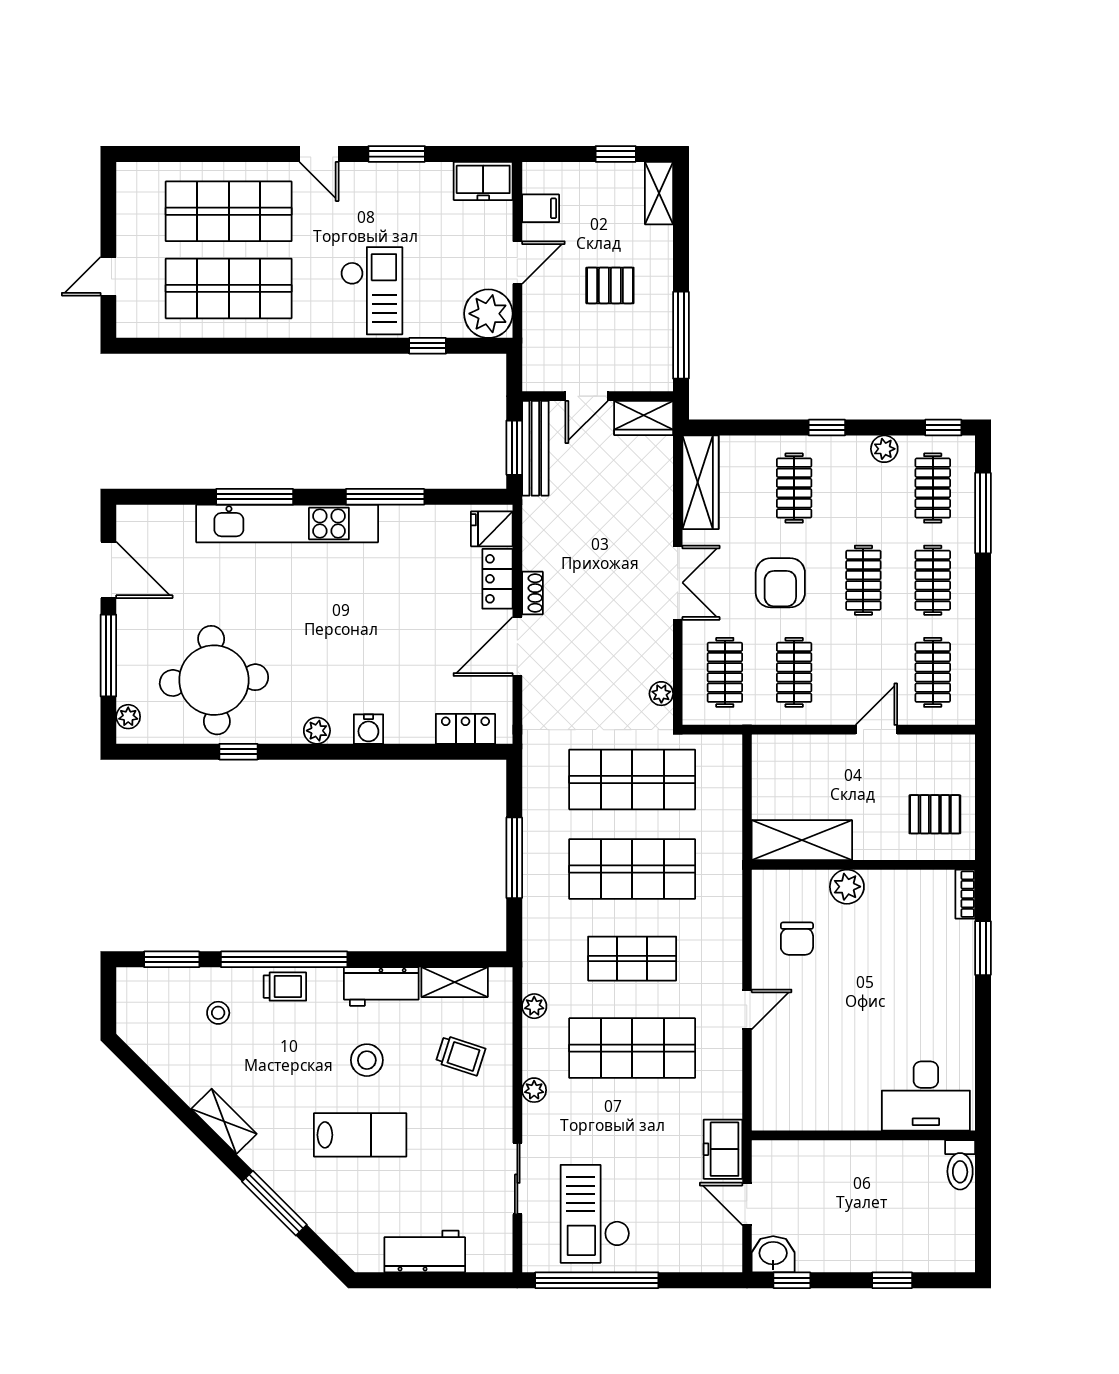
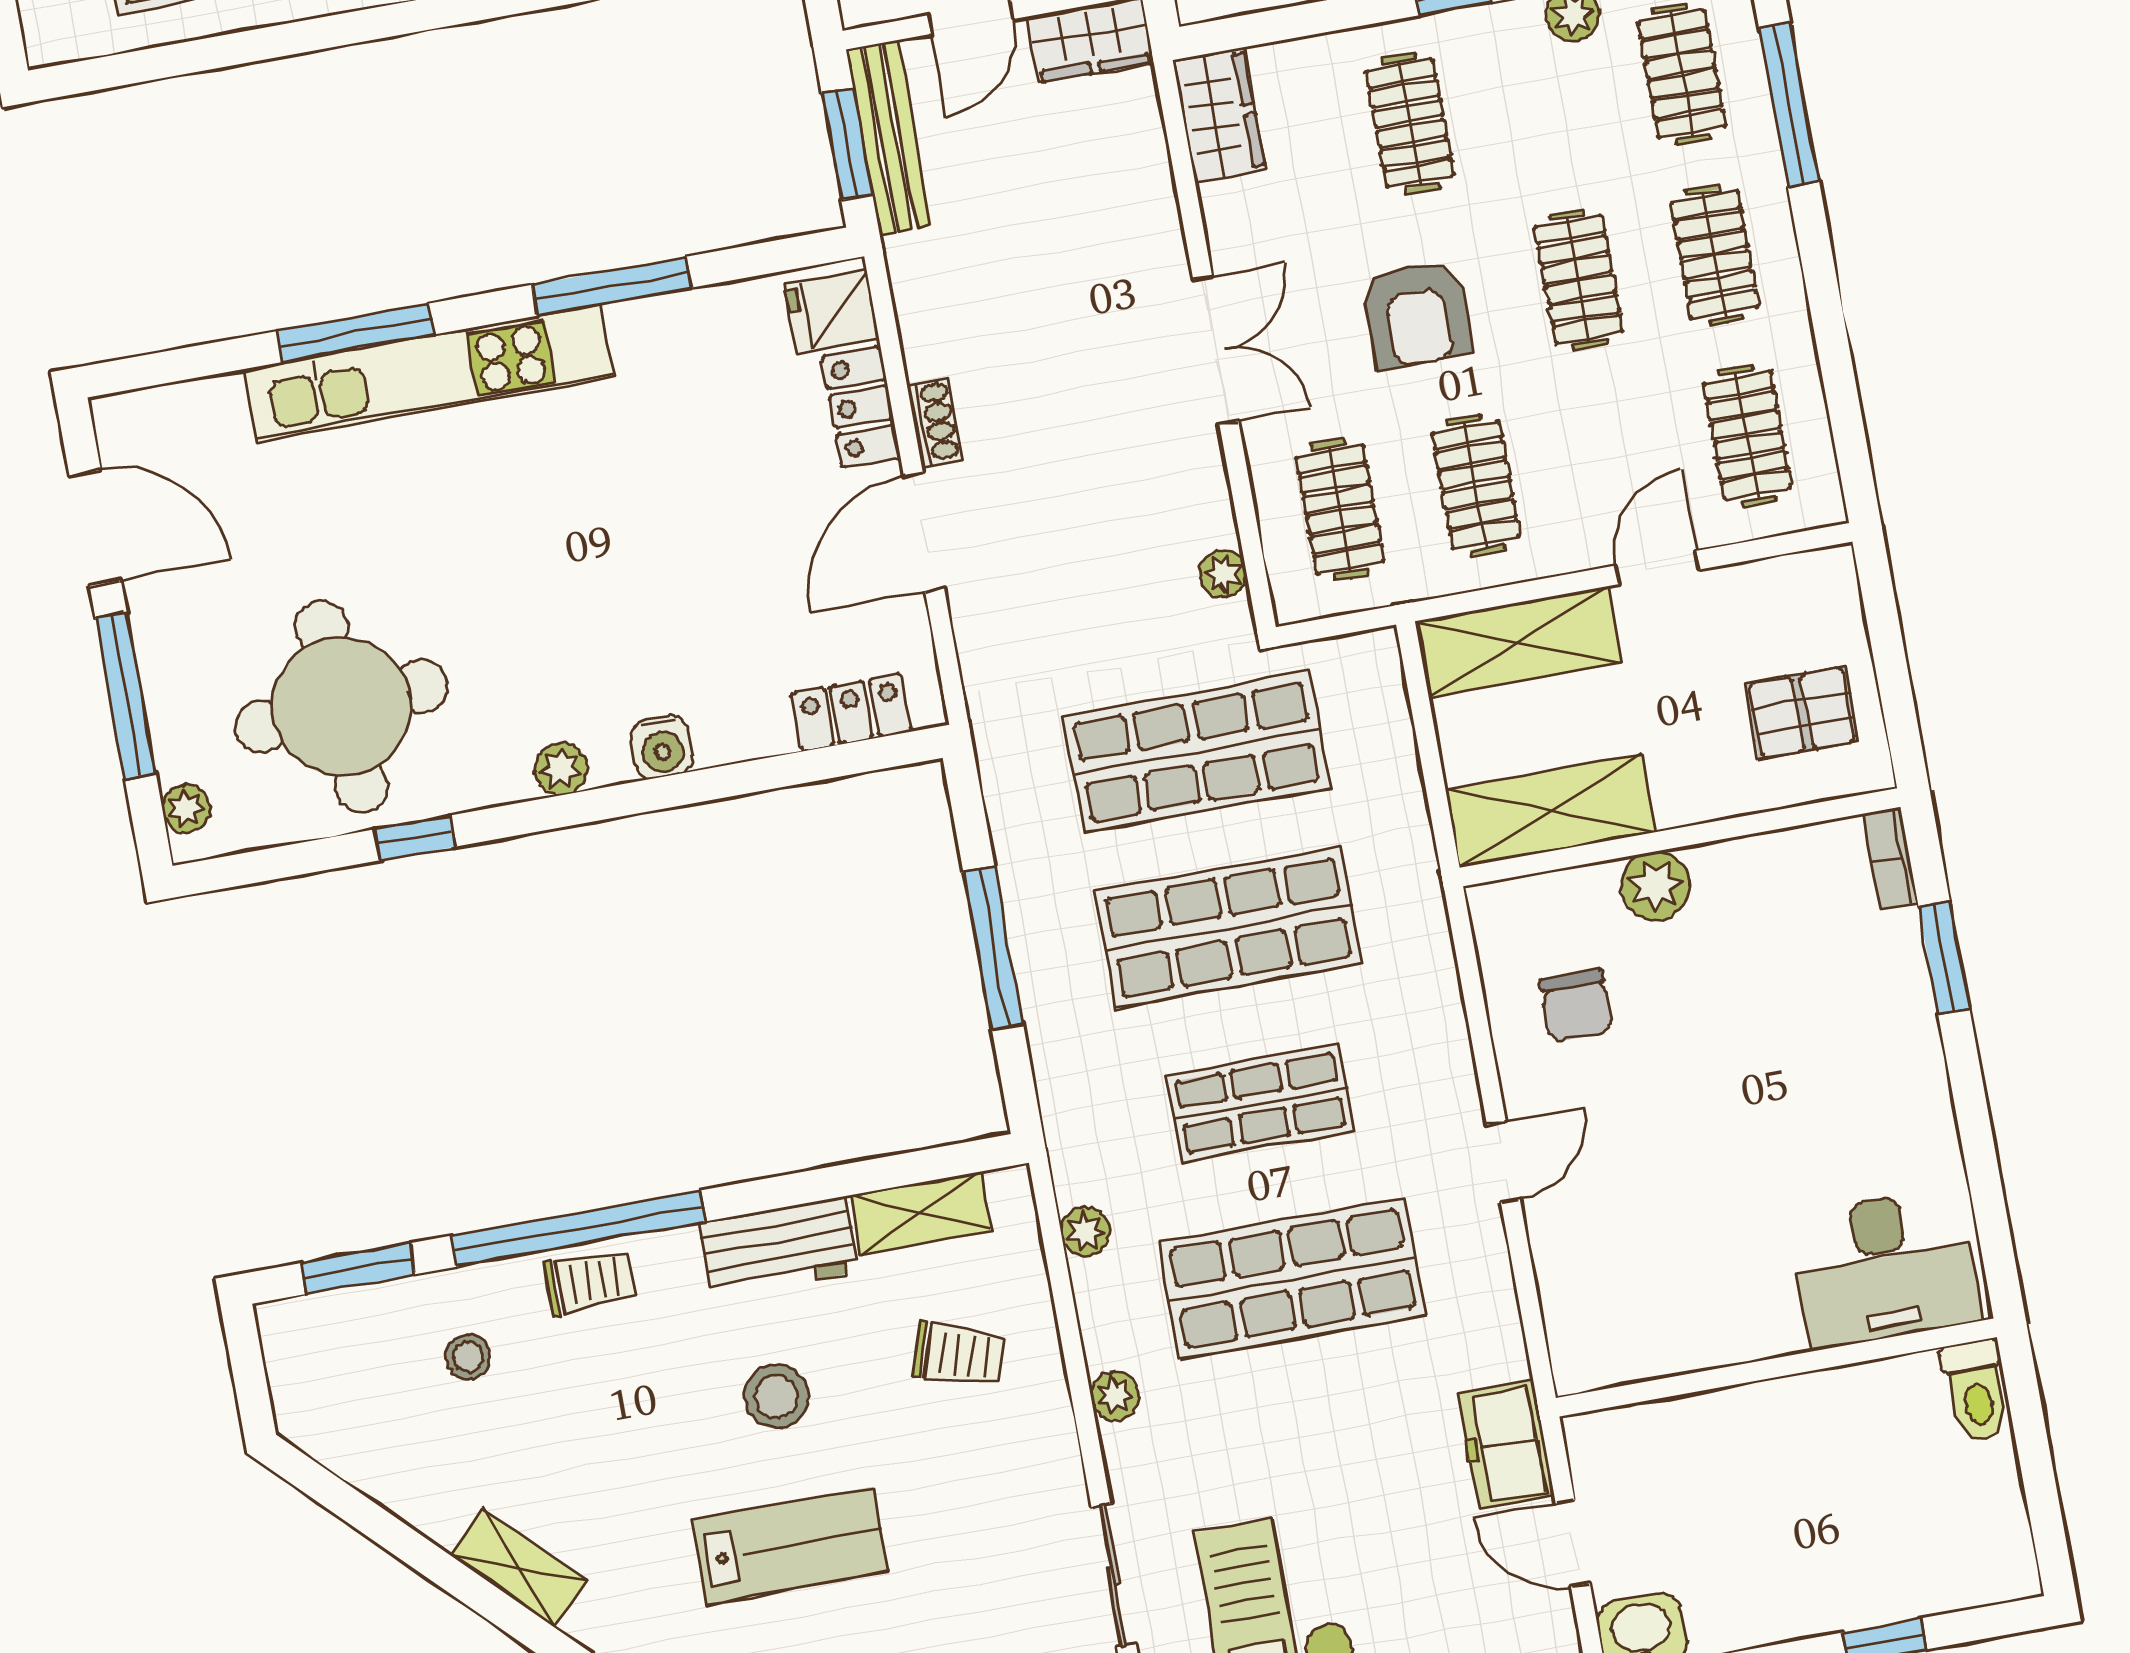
wardrobe: (701, 482) -> (1219, 115), width x0.67
shelving: (801, 754) -> (1518, 642), added

